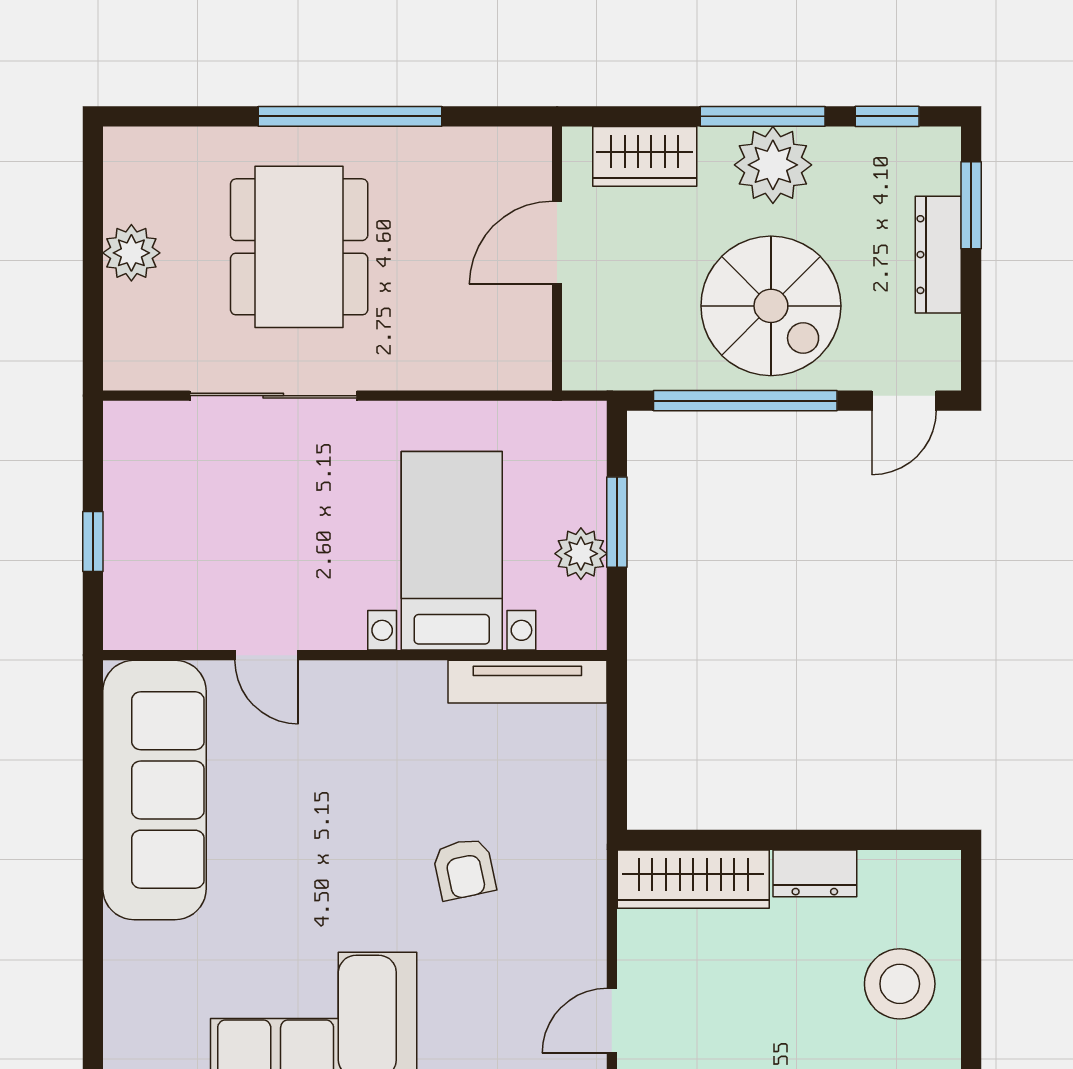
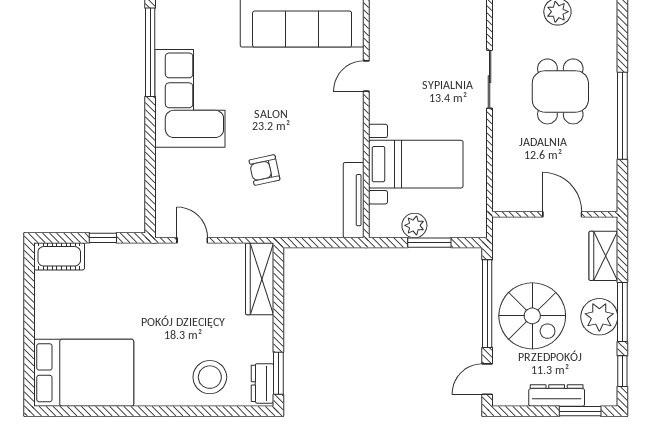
dining table: (299, 247) -> (560, 91), width x0.73
spiral stairs: (771, 306) -> (532, 316), turned -90
sliding door: (273, 396) -> (490, 79), width x0.73
door: (904, 401) -> (487, 379), hinge flipped
window: (892, 840) -> (278, 373), added
dresser: (815, 873) -> (262, 383), moved

